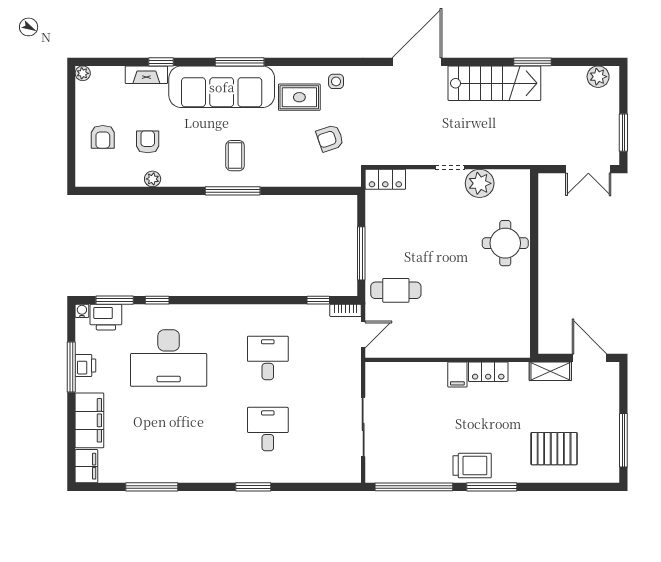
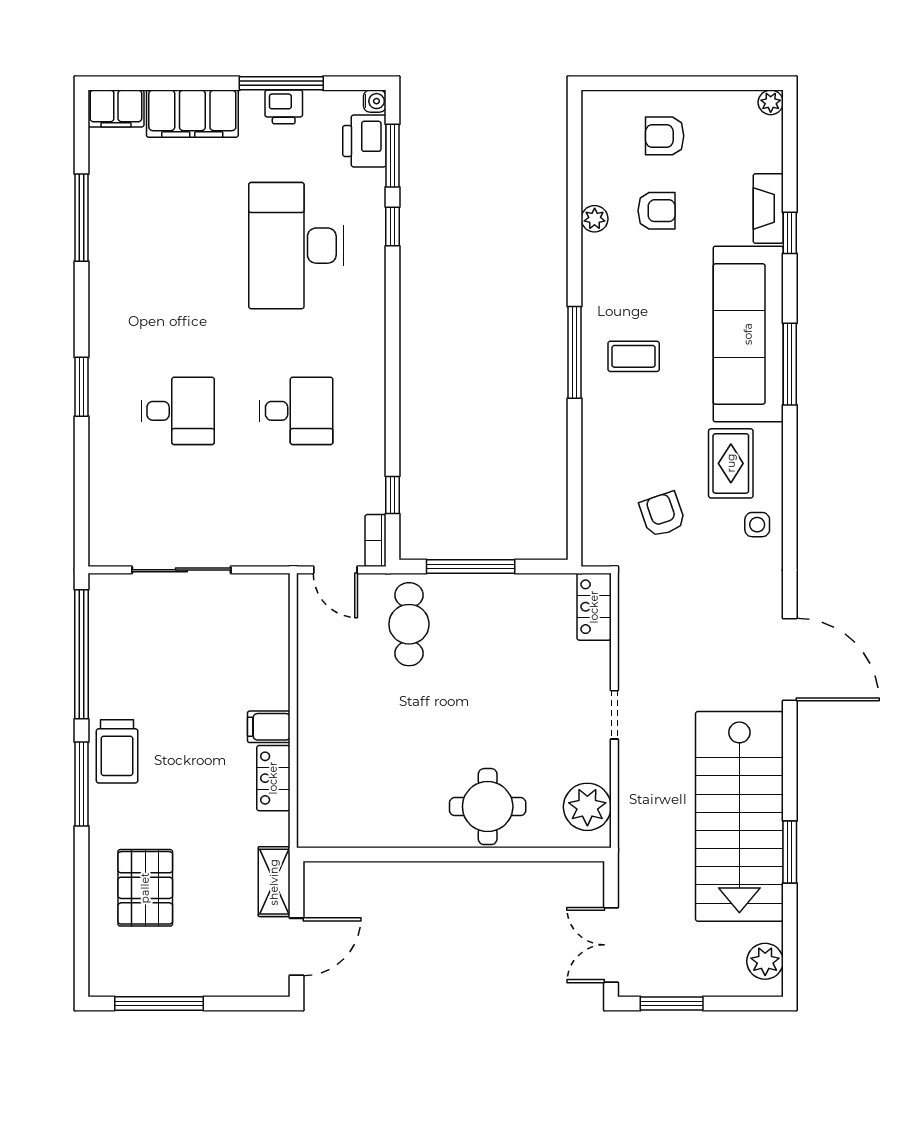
stairs: (494, 83) -> (739, 816), width x1.36, depth x1.51
plant: (480, 183) -> (587, 807), moved

